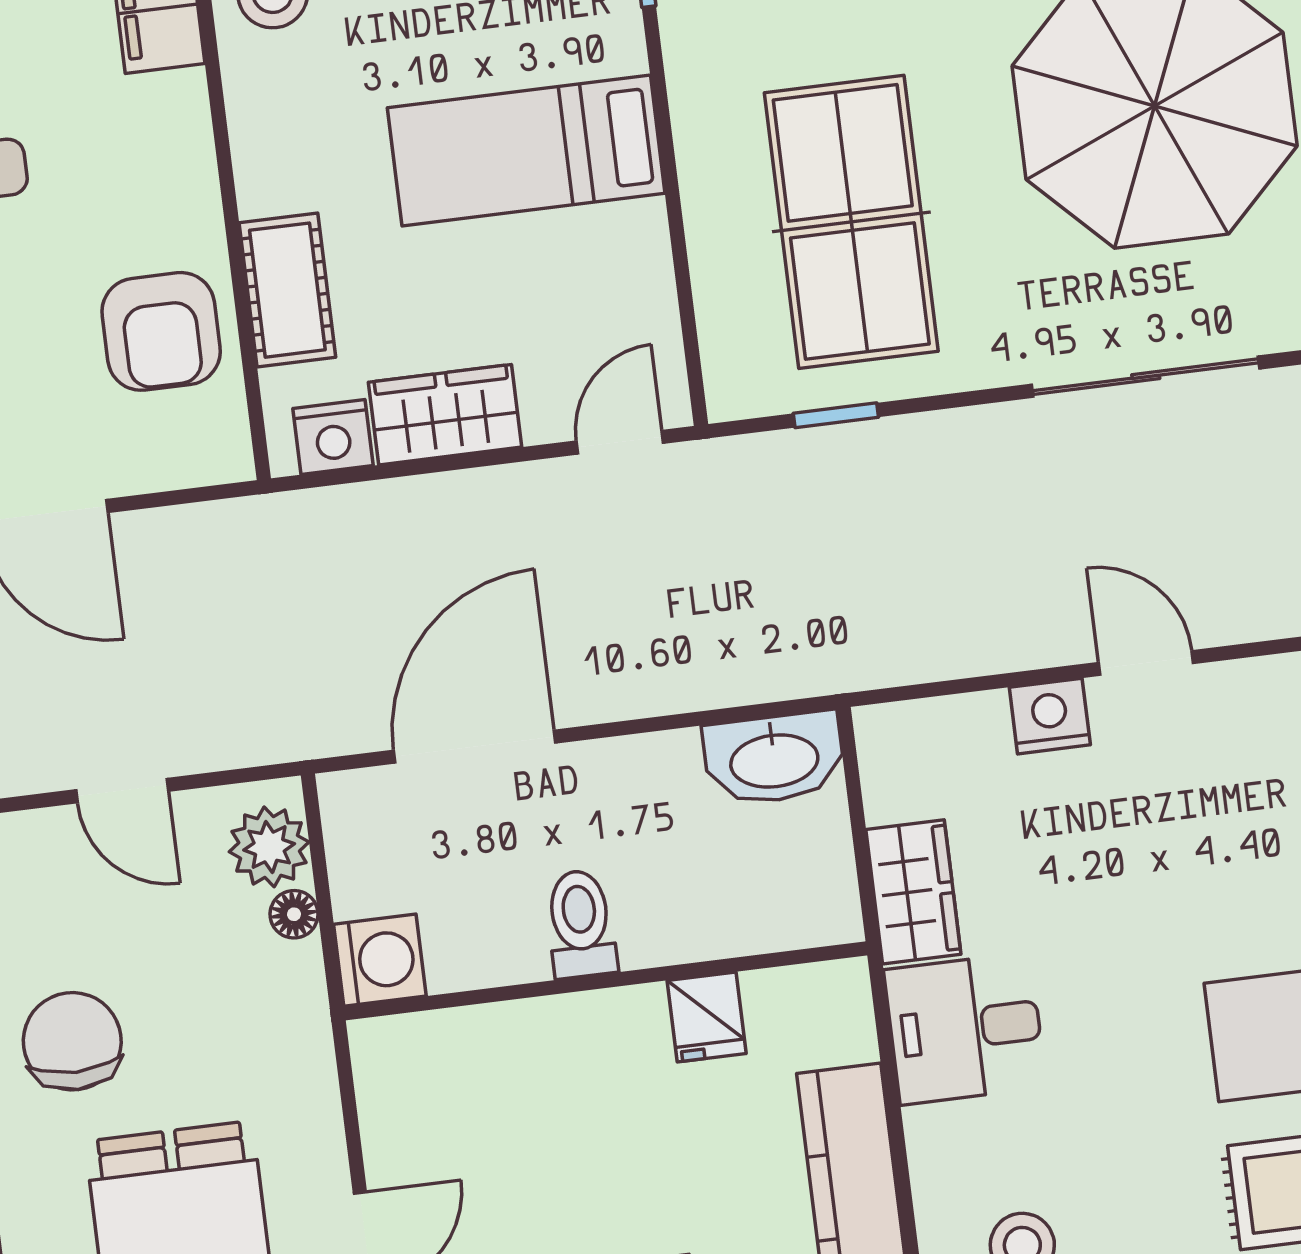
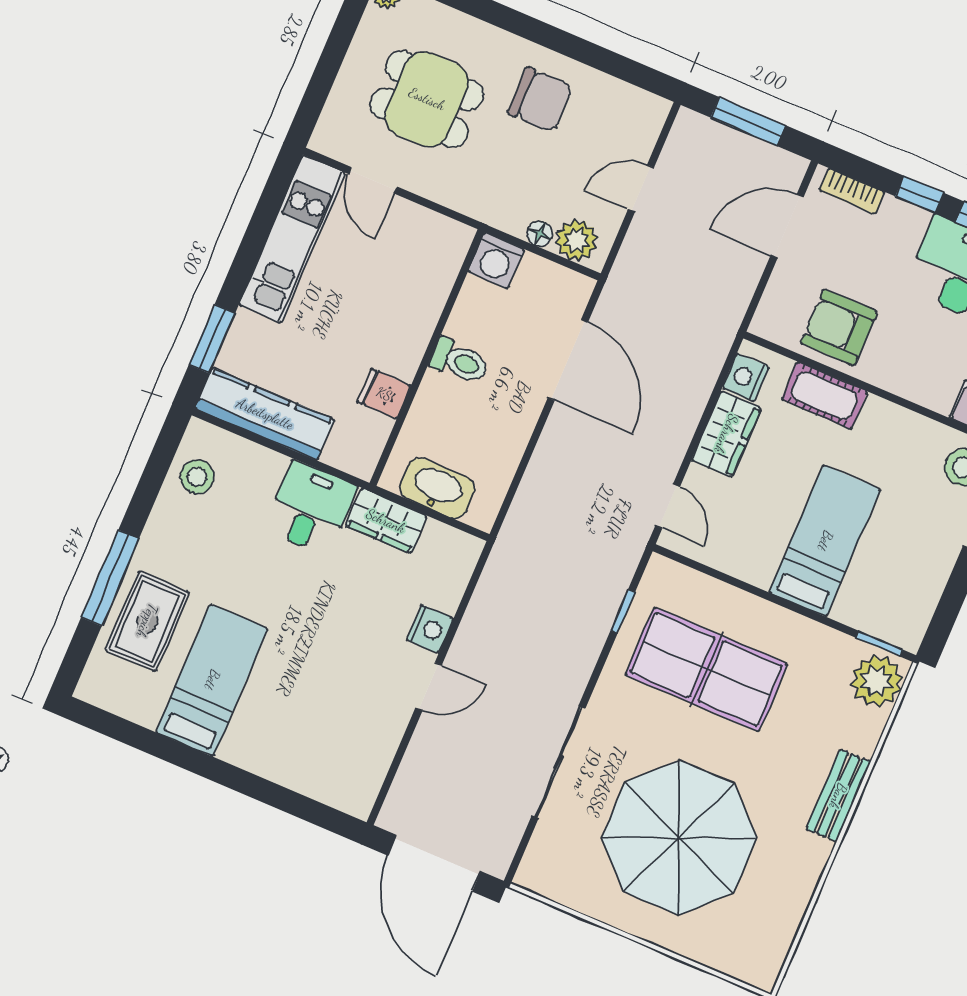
washbasin: (774, 759) -> (437, 488), moved, turned 90

